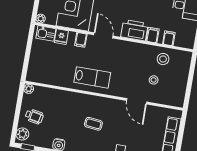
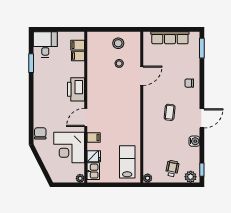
filing cabinet: (153, 35) -> (78, 45), moved
stool: (163, 59) -> (118, 43), moved
lab bench: (92, 77) -> (127, 162), moved

